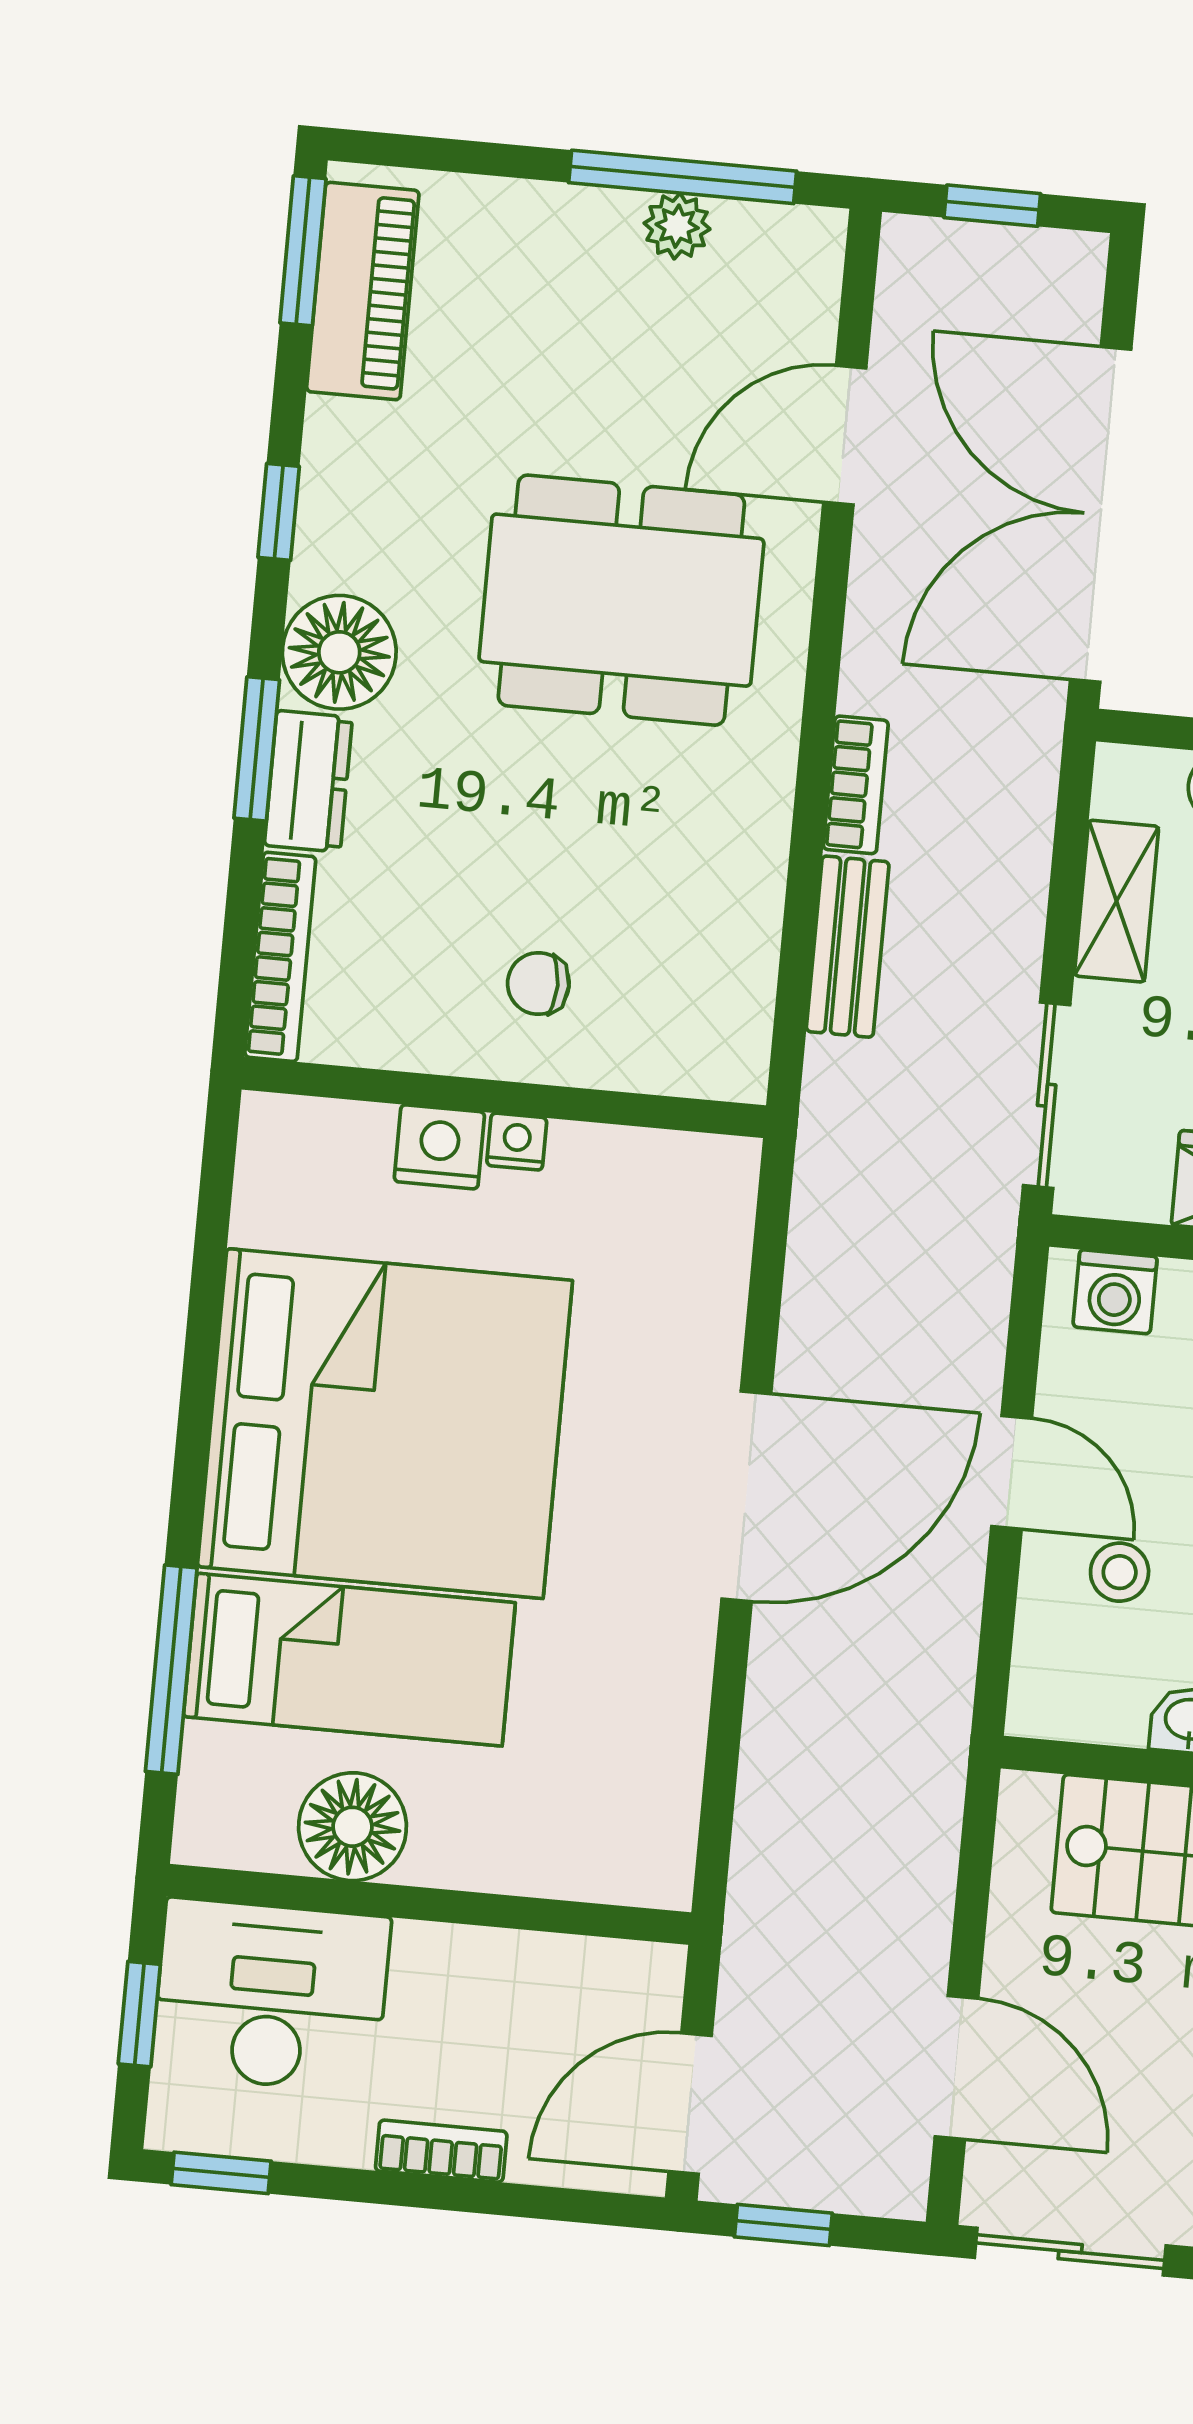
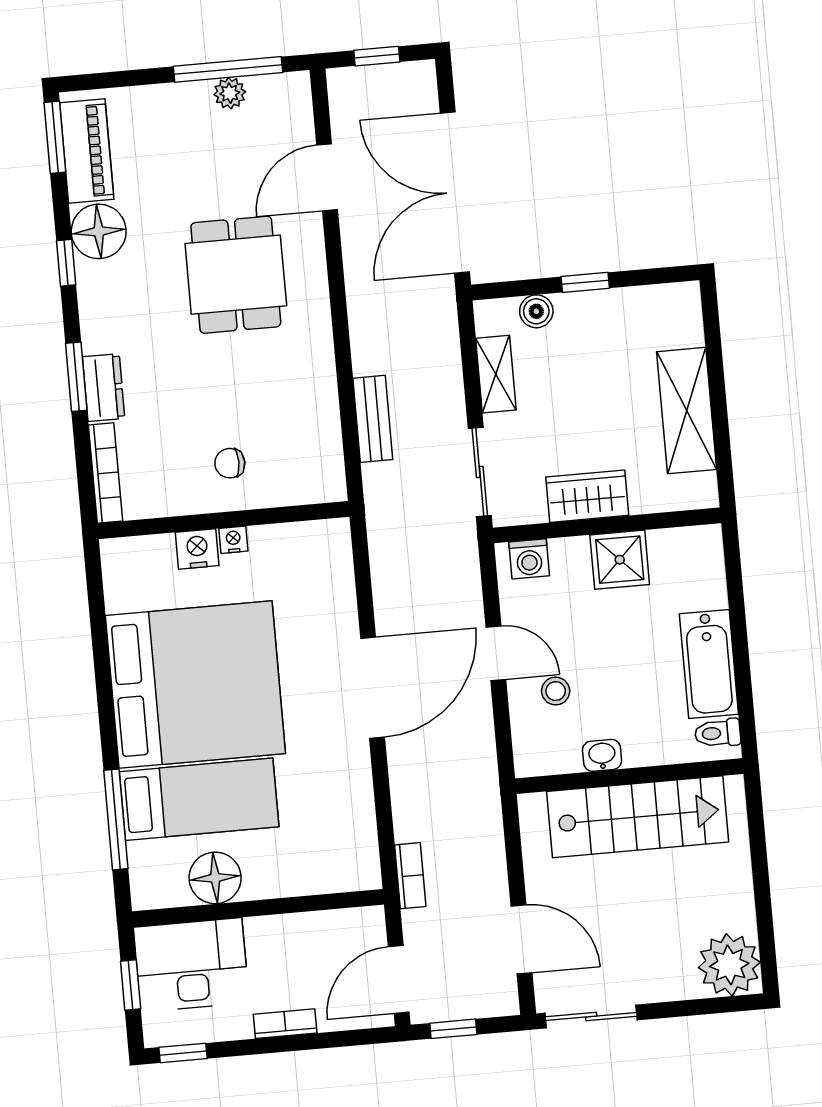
dining table: (621, 600) -> (236, 275), width x0.73
floor lamp: (339, 652) -> (99, 231), moved
bookcase: (856, 785) -> (410, 876), moved

